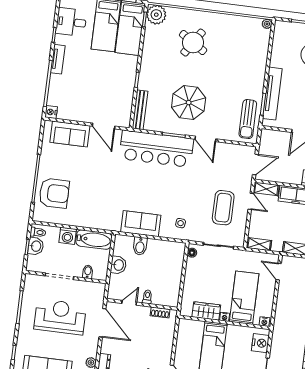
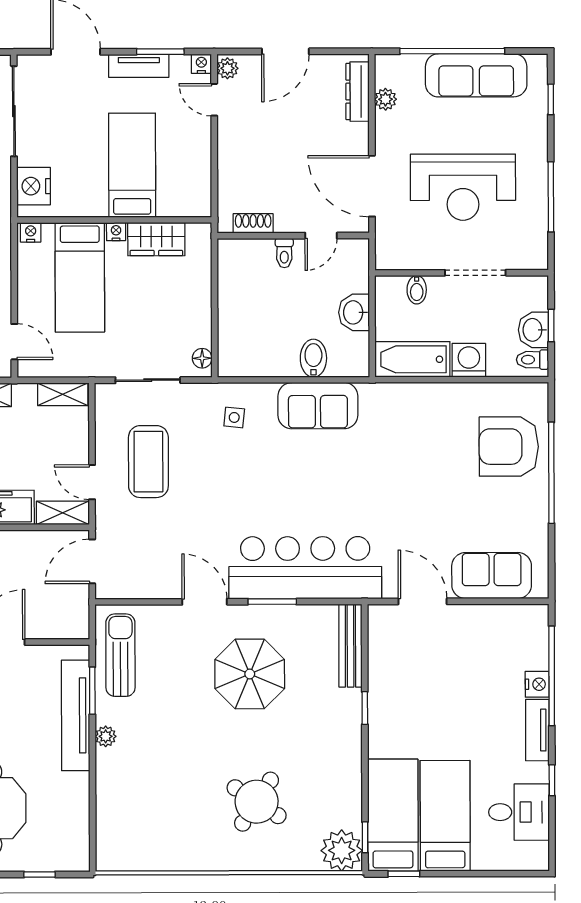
plant: (267, 24) -> (106, 736), moved
nightstand: (51, 112) -> (537, 684), moved

